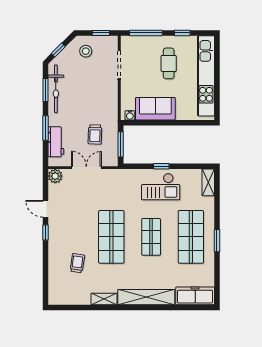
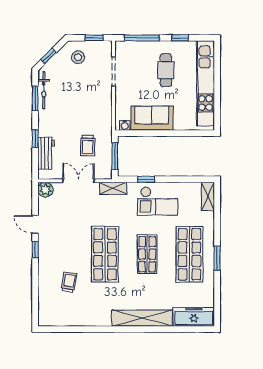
bicycle: (56, 89) -> (44, 90), width x0.73, depth x0.71
window: (45, 128) -> (35, 139), width x0.67
window: (161, 166) -> (146, 179), moved
shelving: (104, 299) -> (113, 188), moved

